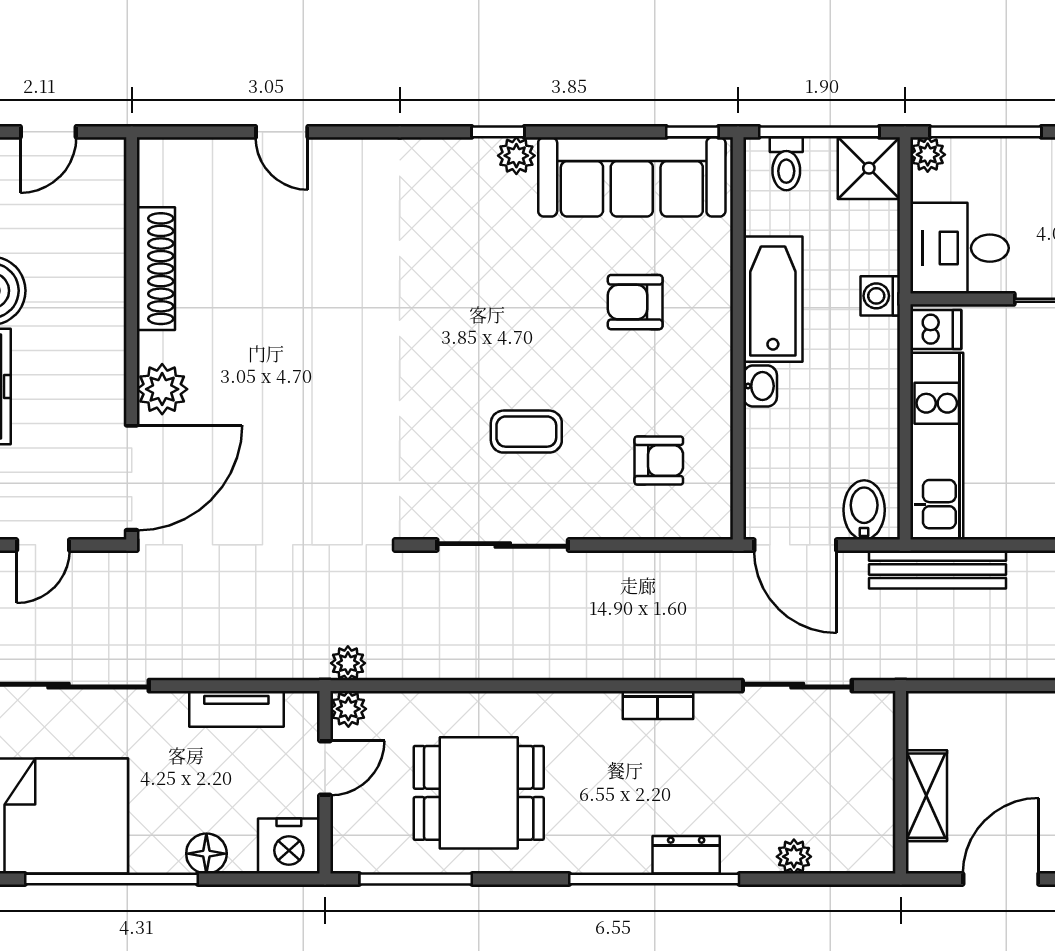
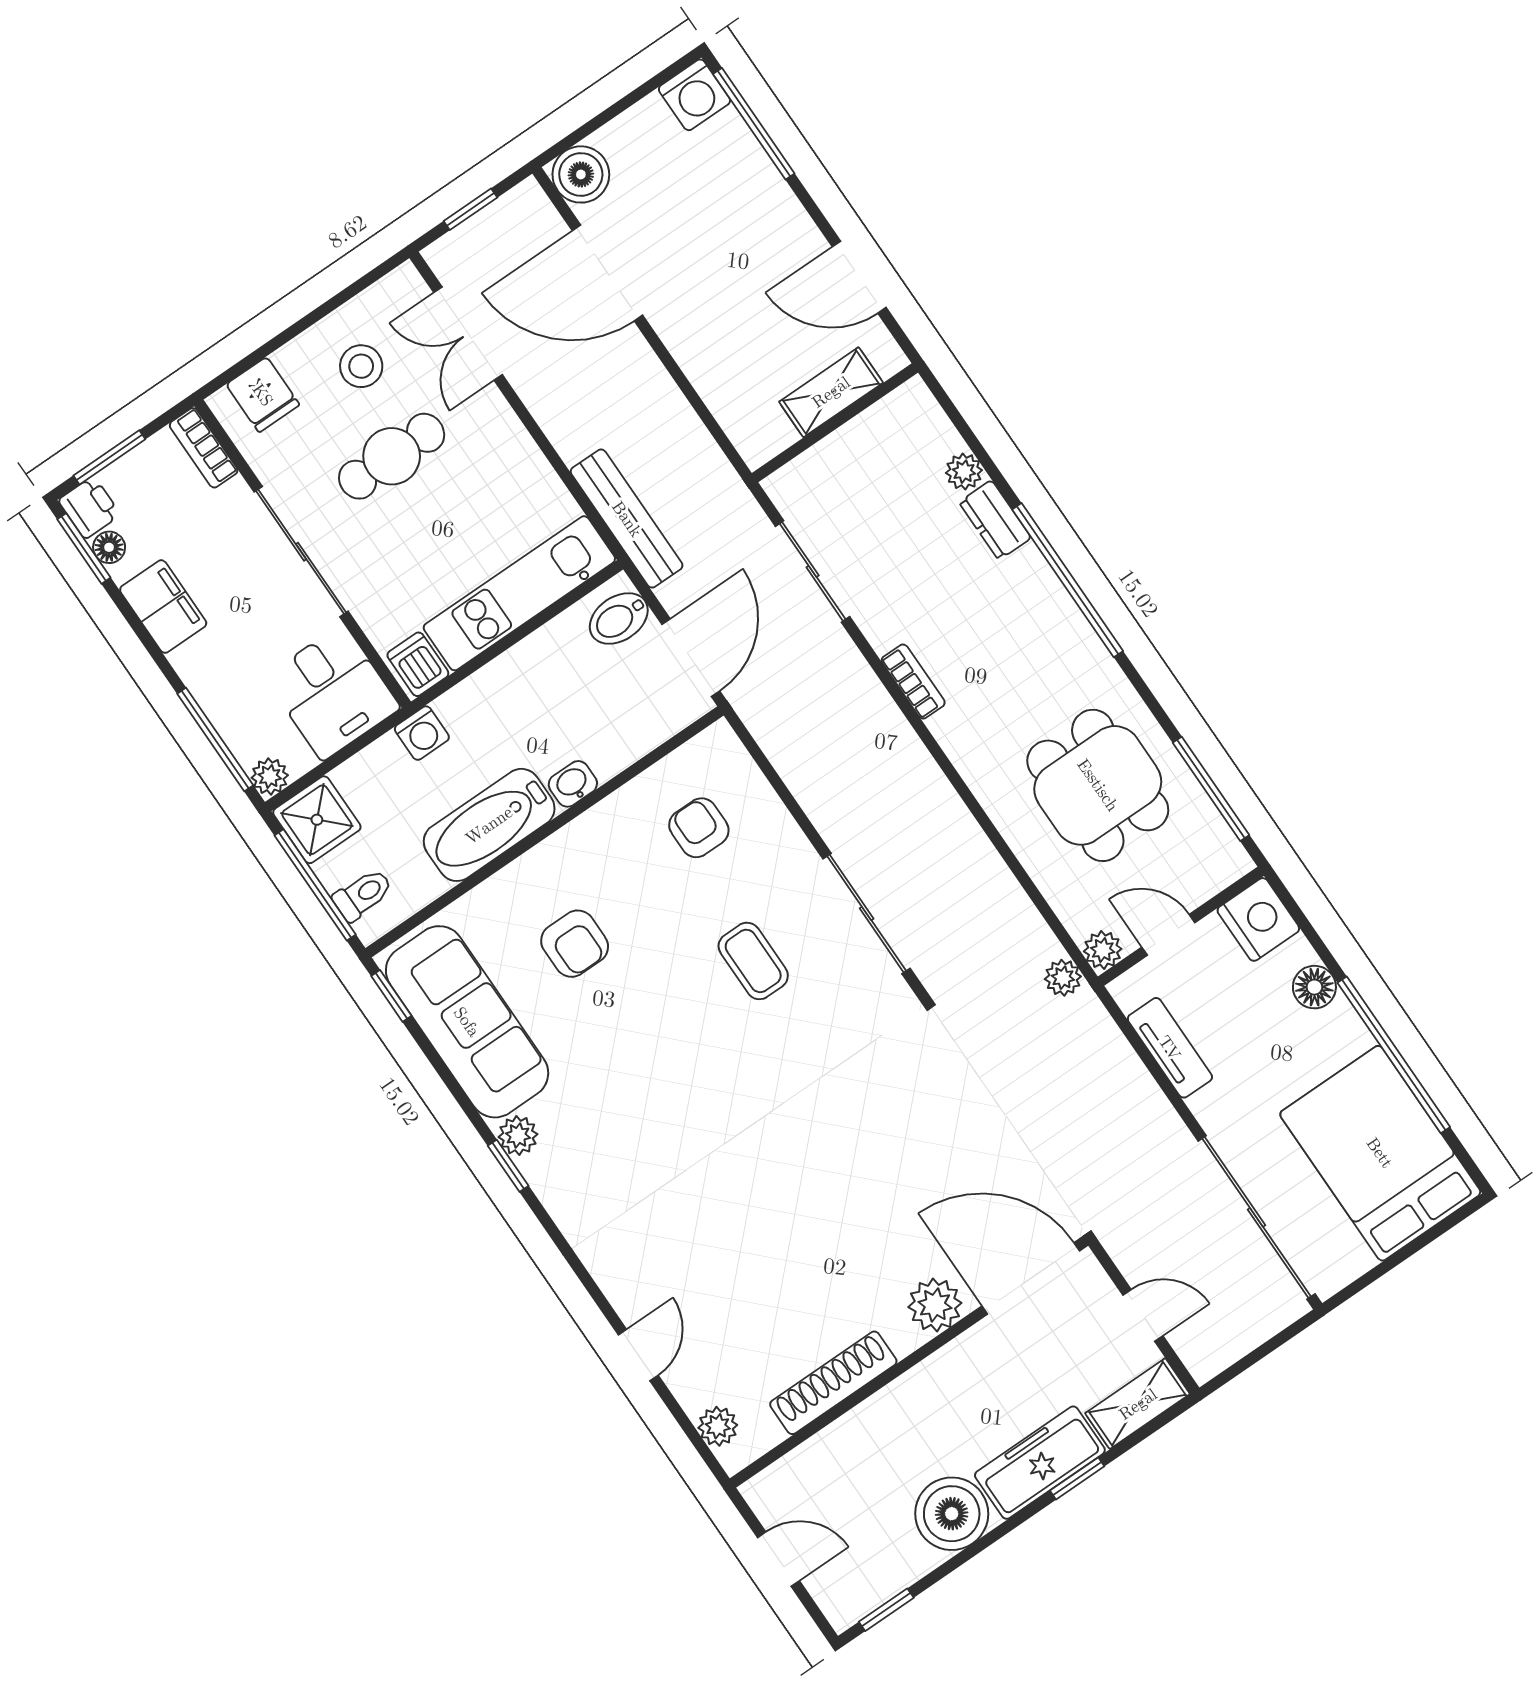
plant: (184, 156) -> (718, 1426), added
dresser: (686, 855) -> (995, 520), moved

